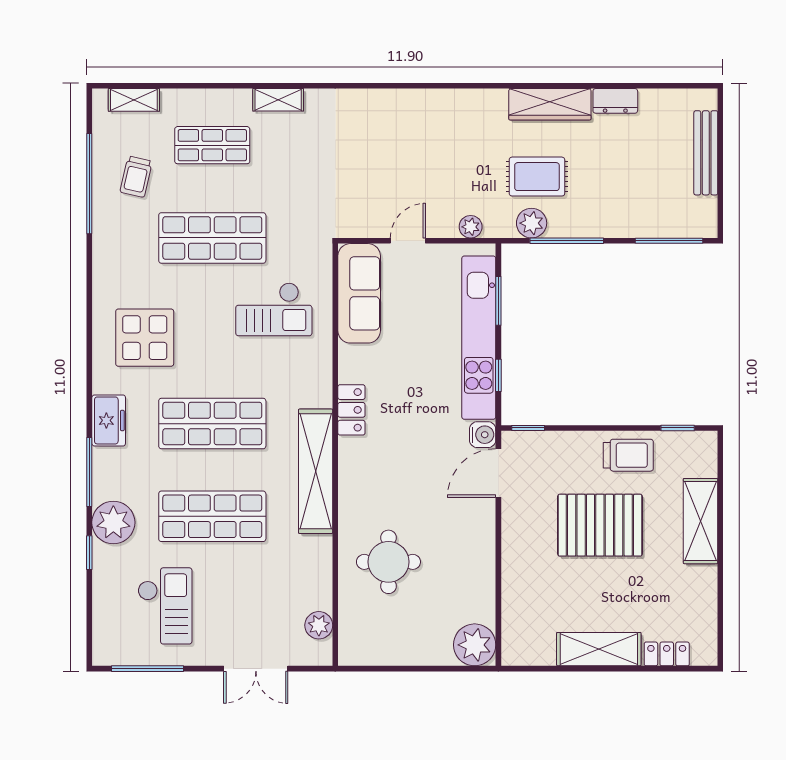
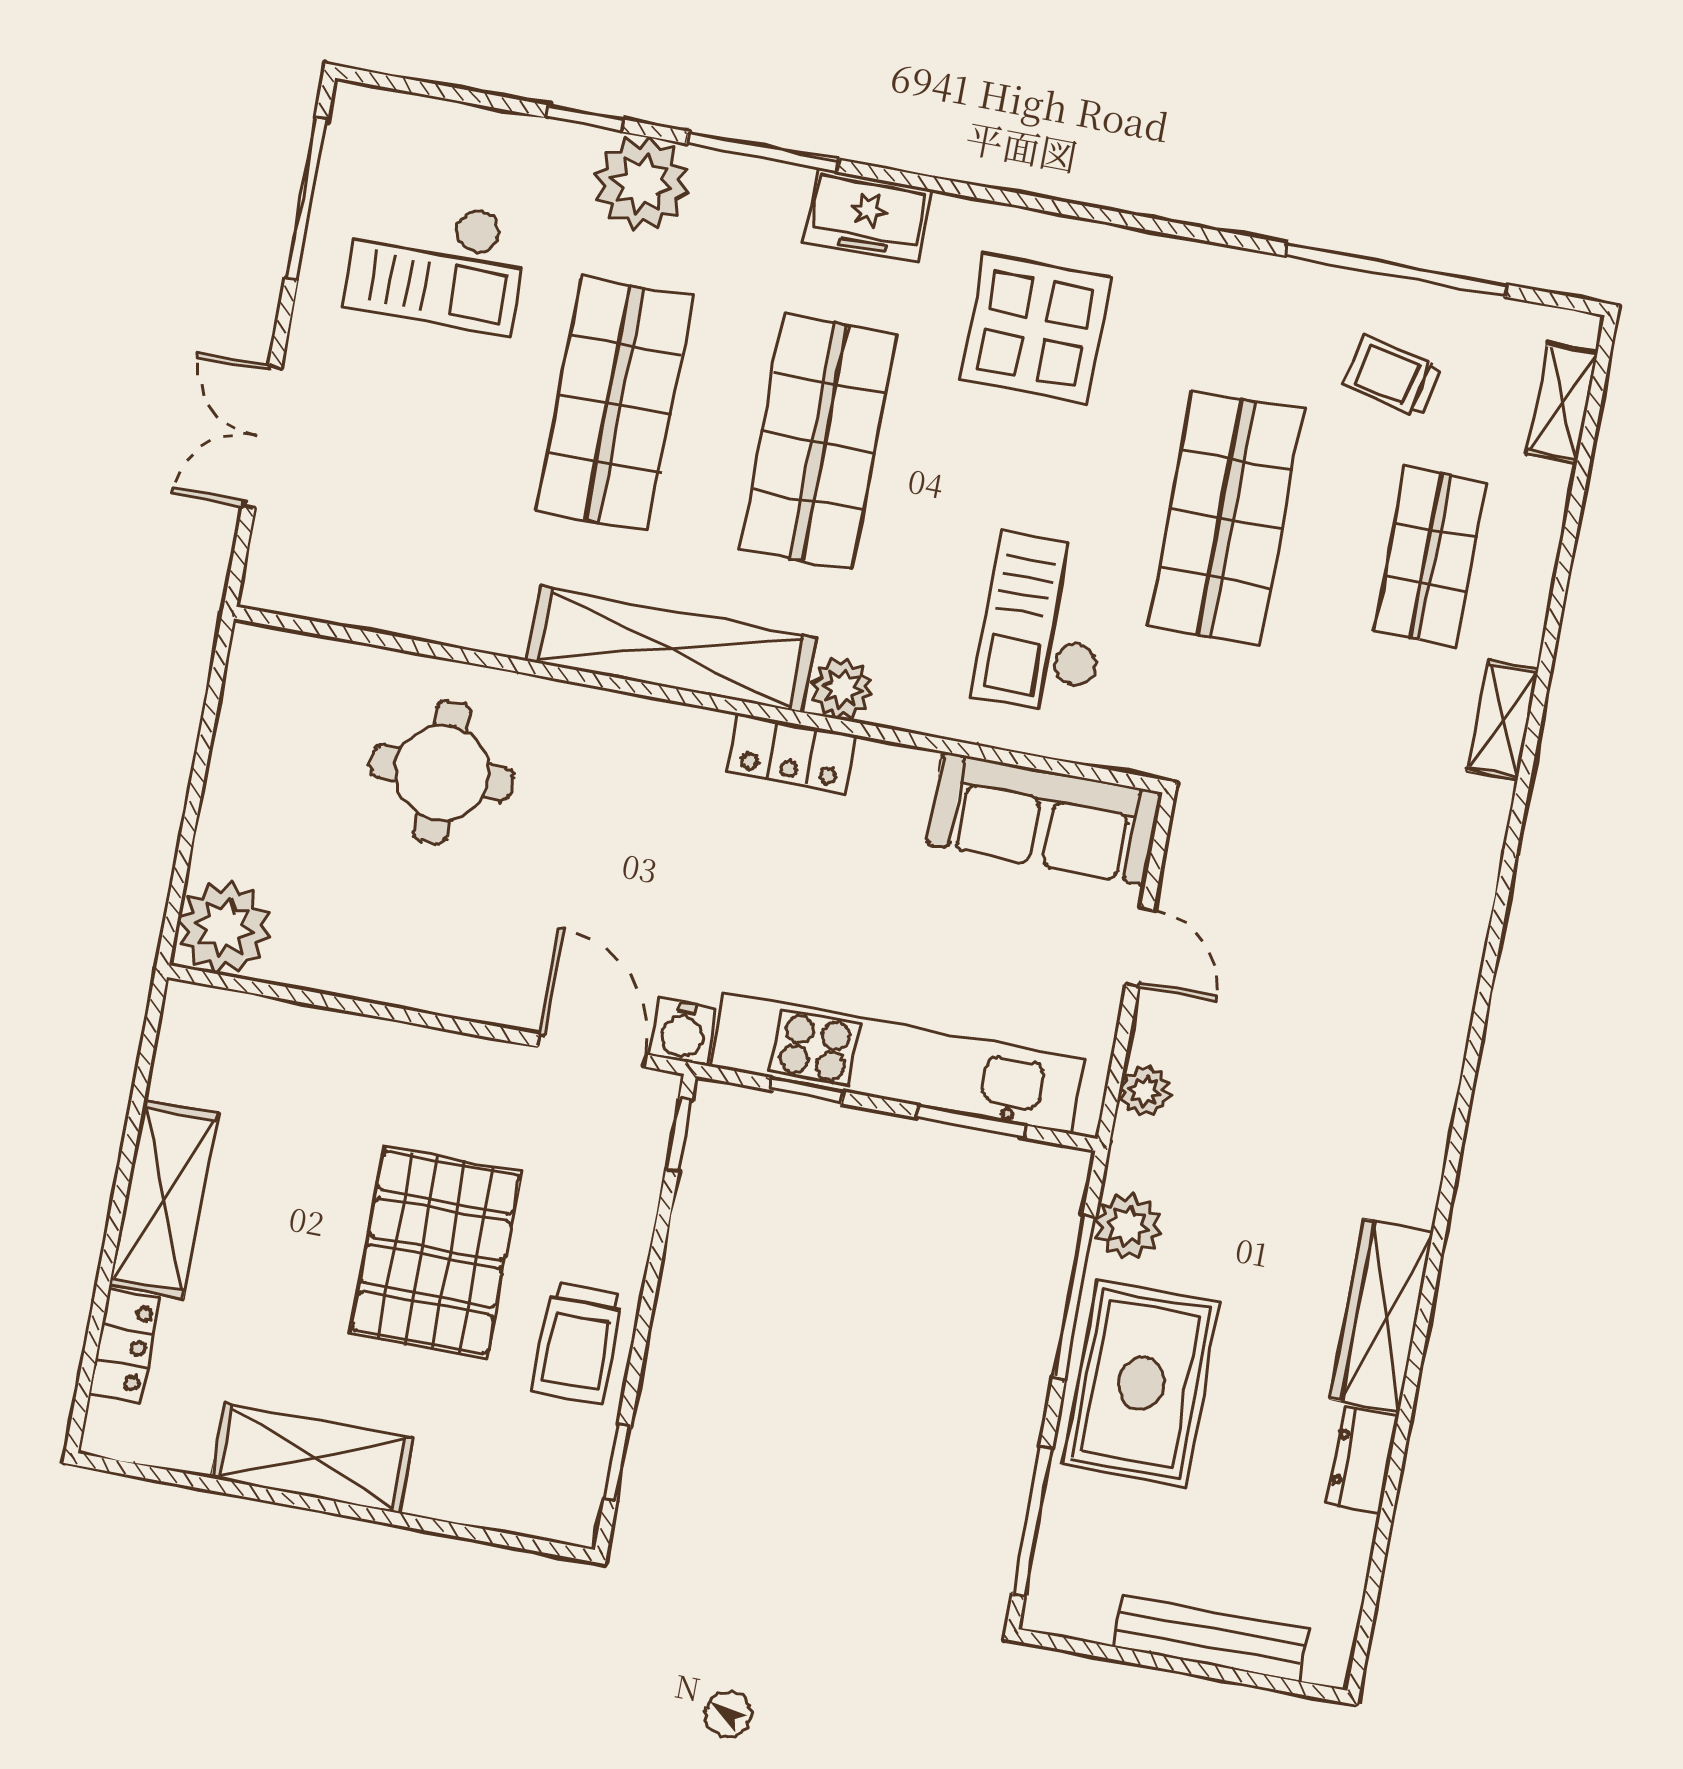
rug: (537, 177) -> (1141, 1383), moved, width x1.36, depth x1.43
shelving: (701, 521) -> (312, 1458), moved
plant: (319, 625) -> (842, 689), moved

